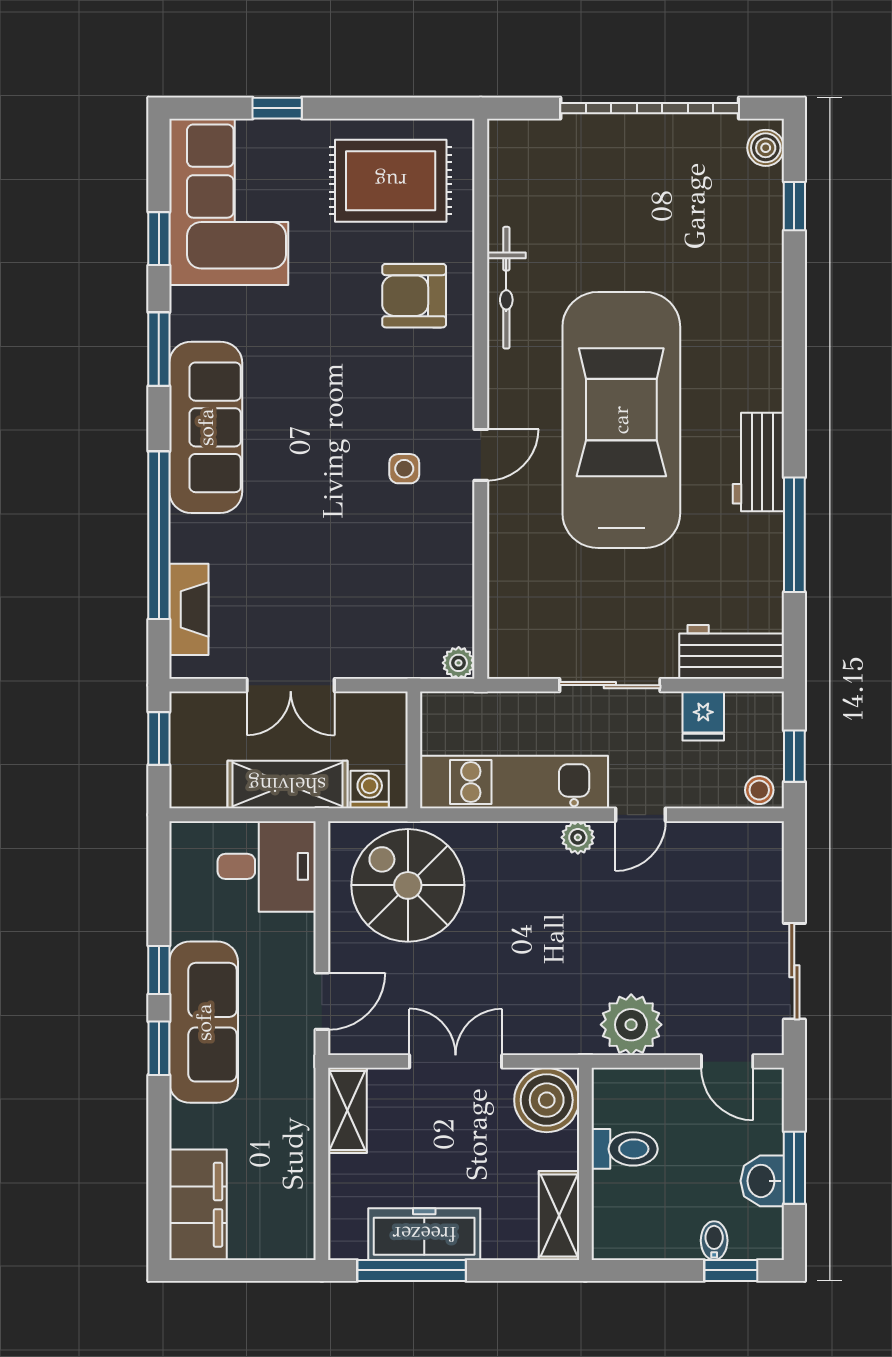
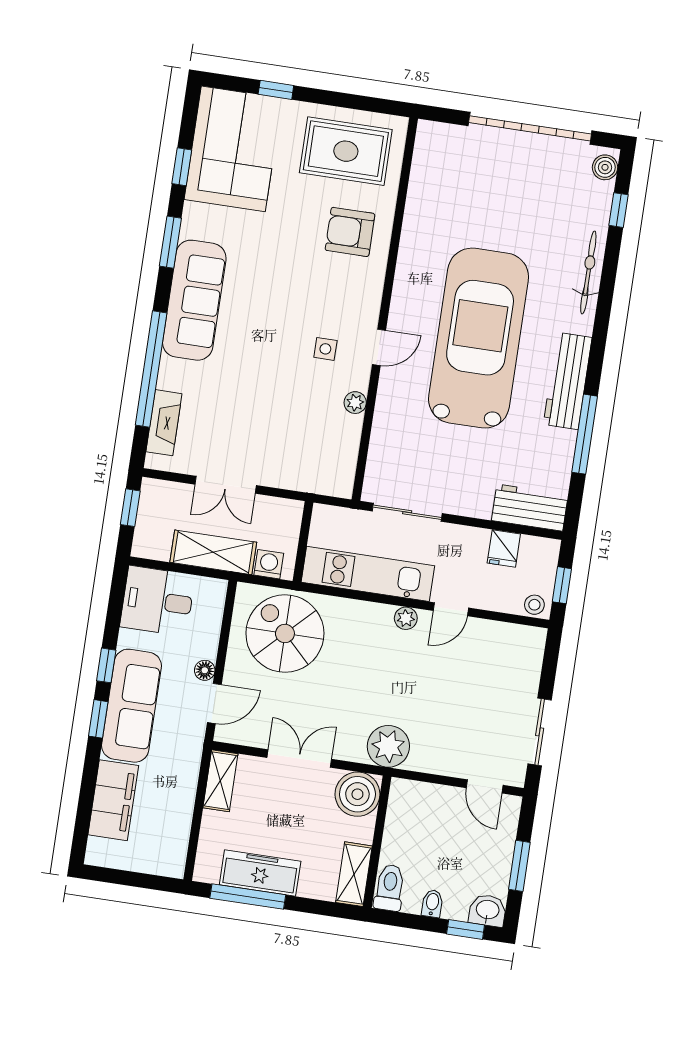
bicycle: (506, 288) -> (588, 273), moved, turned 180
workbench: (758, 462) -> (568, 381), width x1.38
plant: (459, 663) -> (355, 403), moved
sliding door: (610, 685) -> (407, 512), moved
desk: (267, 866) -> (158, 601), moved, turned 180
floor lamp: (301, 956) -> (205, 670), added
plant: (631, 1025) -> (388, 746), moved
toilet: (625, 1149) -> (390, 888), moved, turned -90
washbasin: (762, 1181) -> (488, 910), moved, turned 90
filing cabinet: (198, 1205) -> (113, 800), moved
bidet: (714, 1241) -> (432, 904), moved

